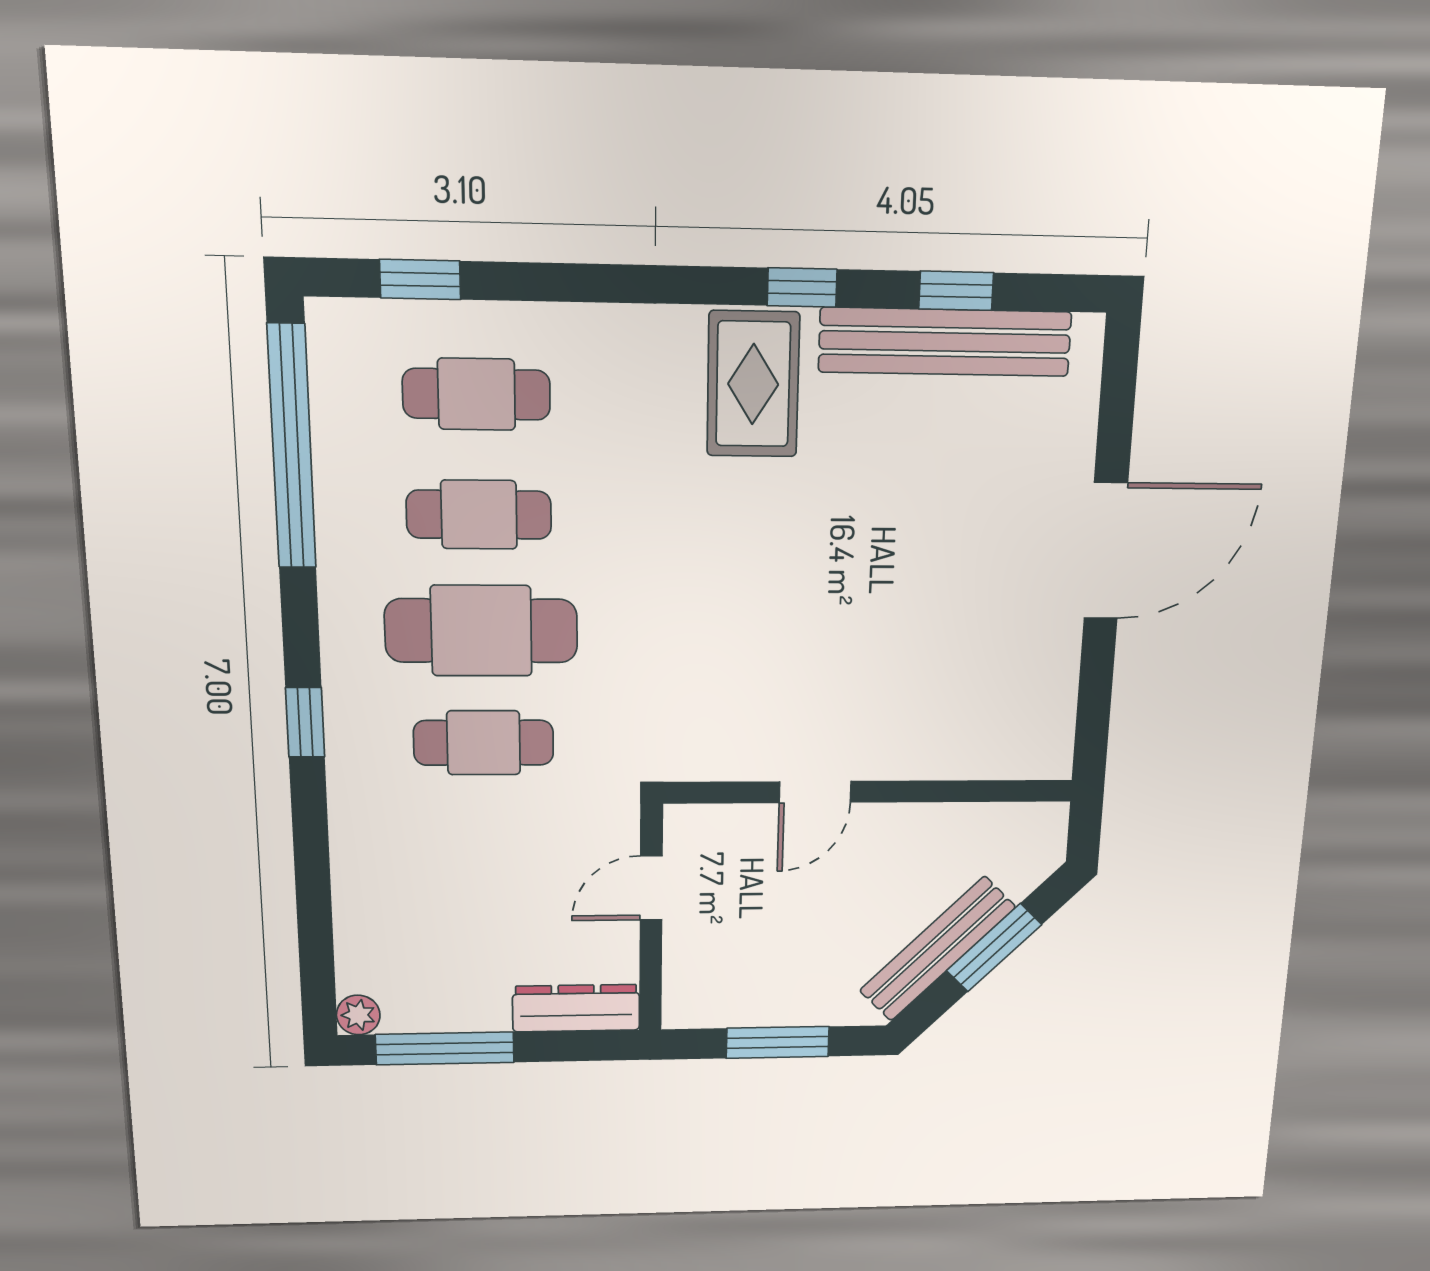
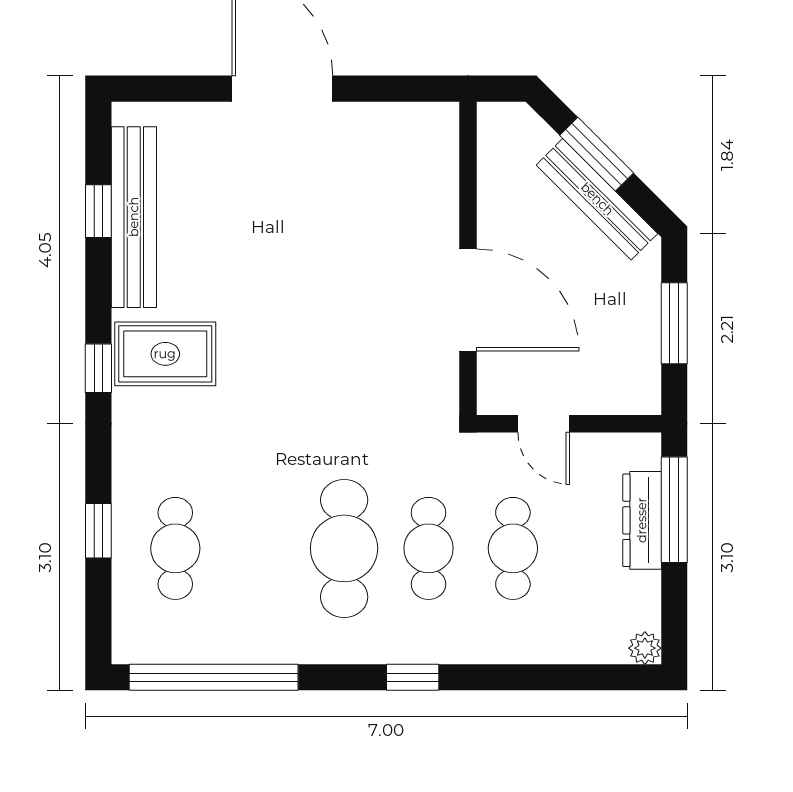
window: (420, 279) -> (98, 531), moved
window: (802, 287) -> (98, 368), moved
cafe table: (479, 515) -> (513, 548), moved
door: (815, 792) -> (468, 300), width x1.88
dresser: (576, 1008) -> (642, 520), moved
window: (445, 1048) -> (674, 510), moved

